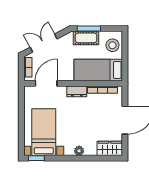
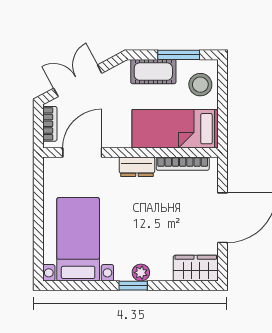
window: (89, 29) -> (179, 55), moved
window: (36, 158) -> (133, 286), moved

